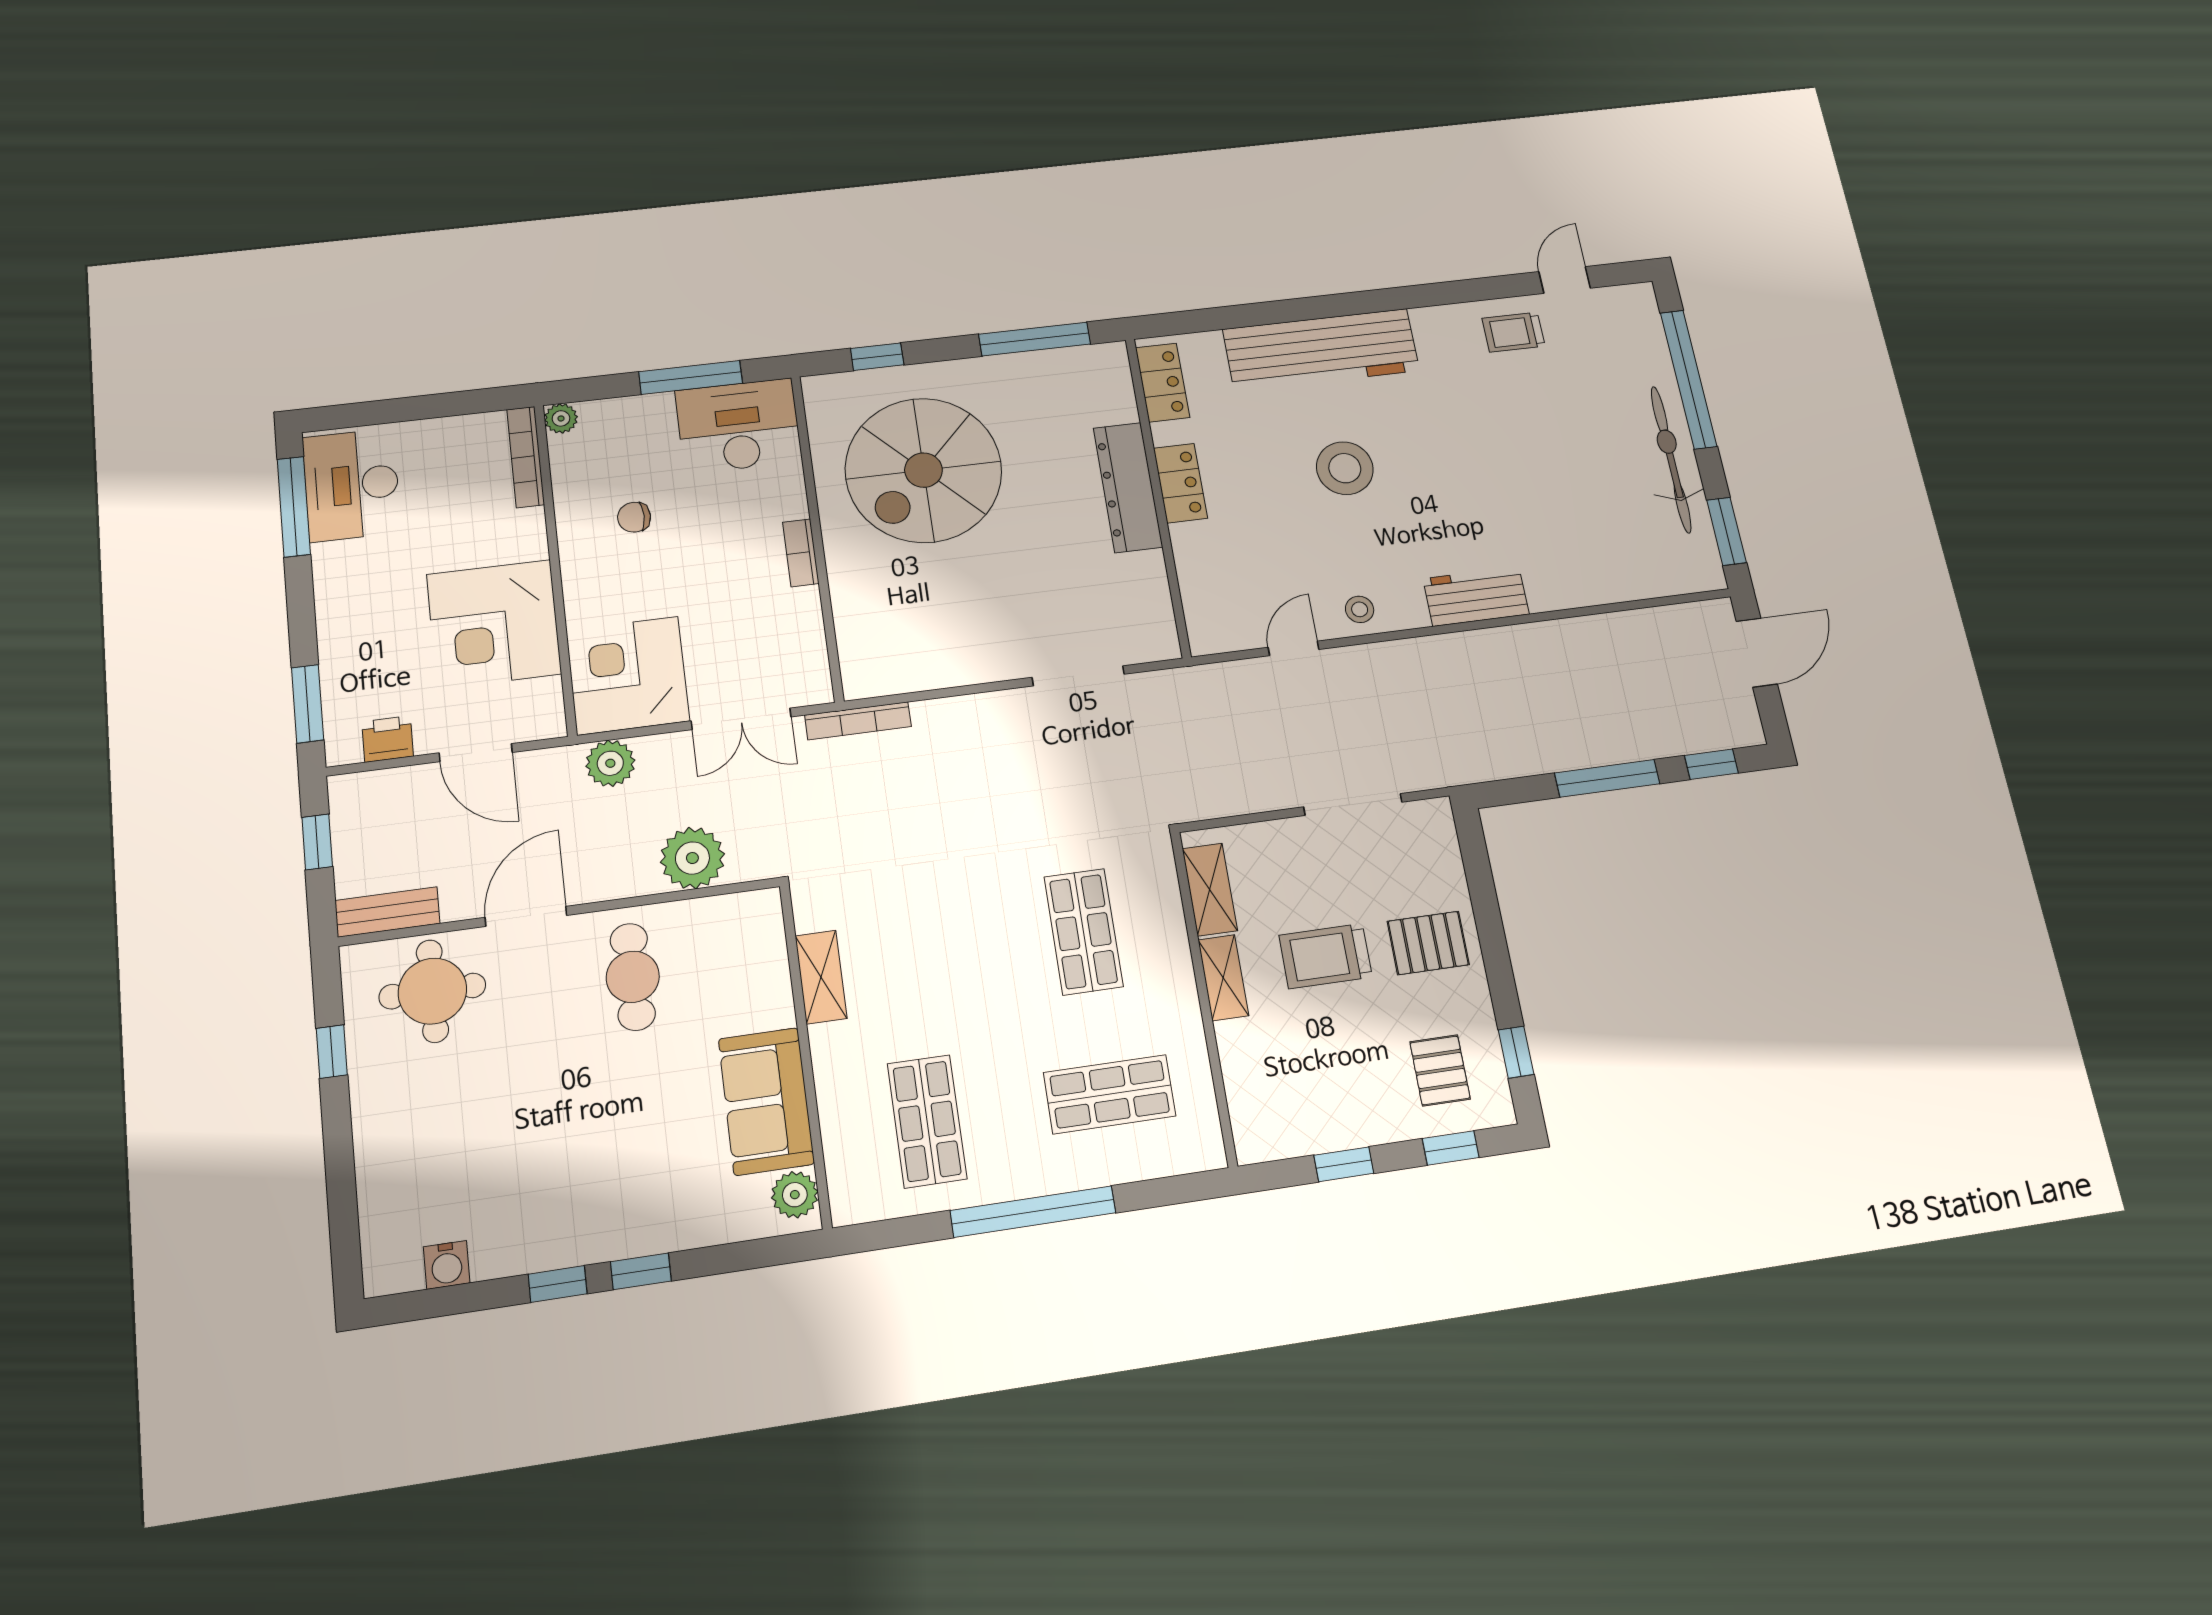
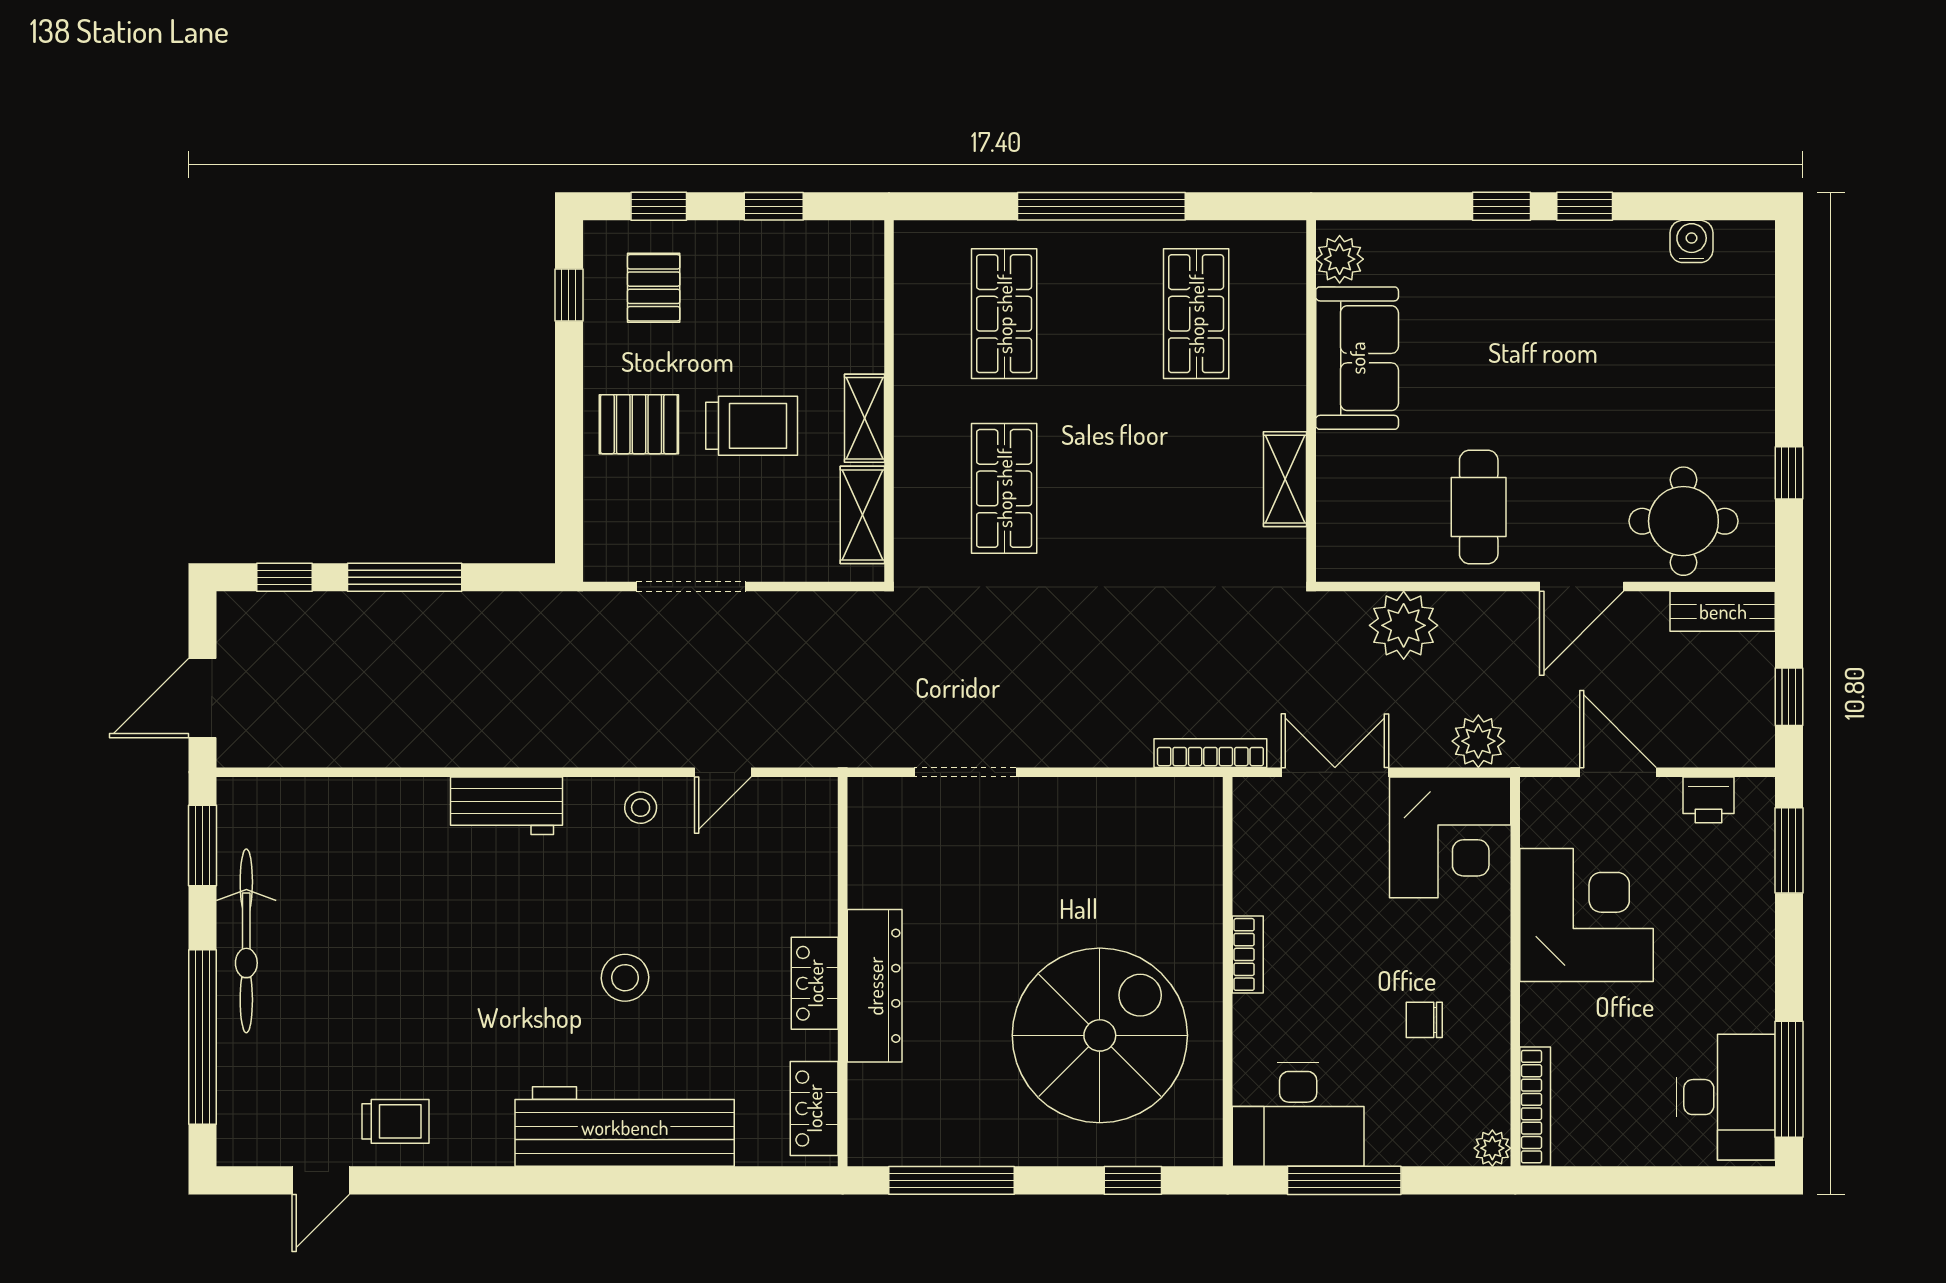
stool: (1345, 468) -> (625, 978), width x0.73, depth x0.73
chair: (634, 517) -> (1424, 1020), turned 180
shop shelf: (1110, 1094) -> (1004, 314), turned 90

